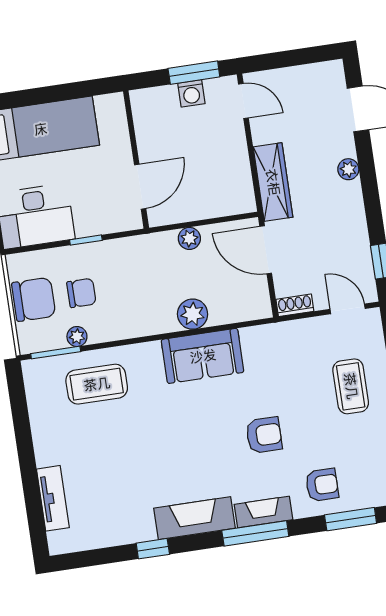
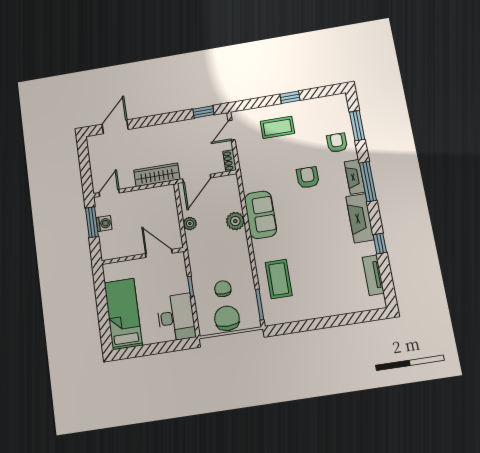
plant: (348, 169) -> (150, 132), removed
plant: (77, 337) -> (250, 291), removed
tv unit: (53, 498) -> (373, 275), moved, turned -90

